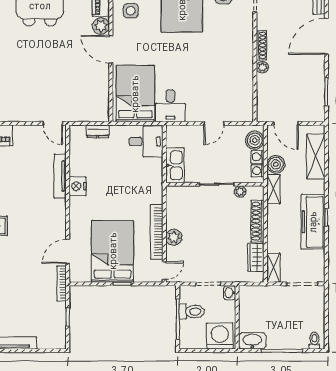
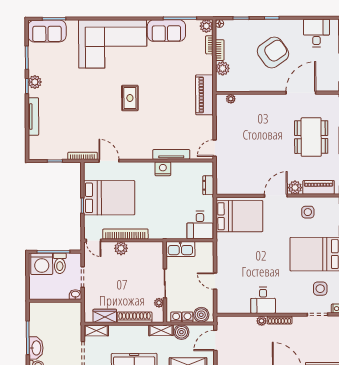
desk: (170, 106) -> (263, 300), moved, turned -90
washing machine: (220, 336) -> (42, 264), moved, turned 90
washbasin: (252, 341) -> (36, 348), moved

